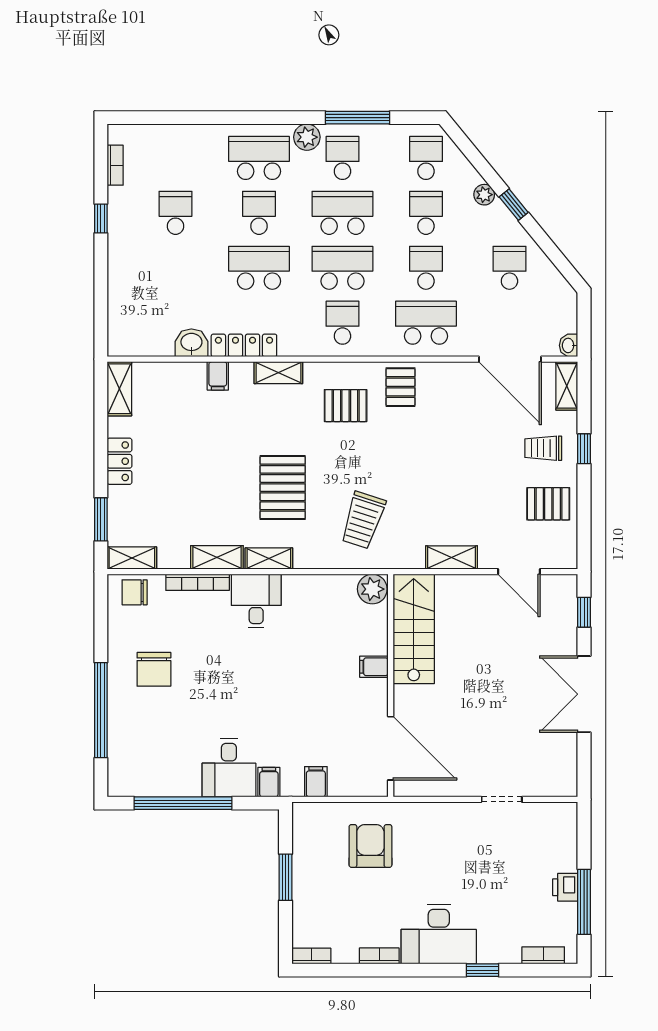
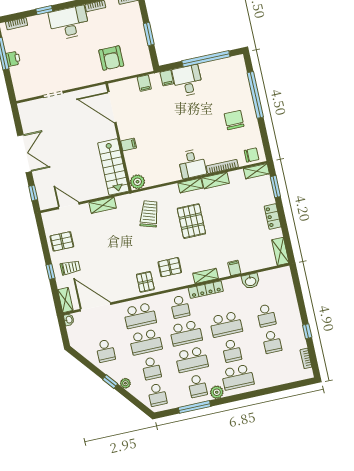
school desk: (175, 268) -> (266, 315), added
school desk: (426, 268) -> (146, 342), width x1.85
locker: (244, 345) -> (206, 290), moved

